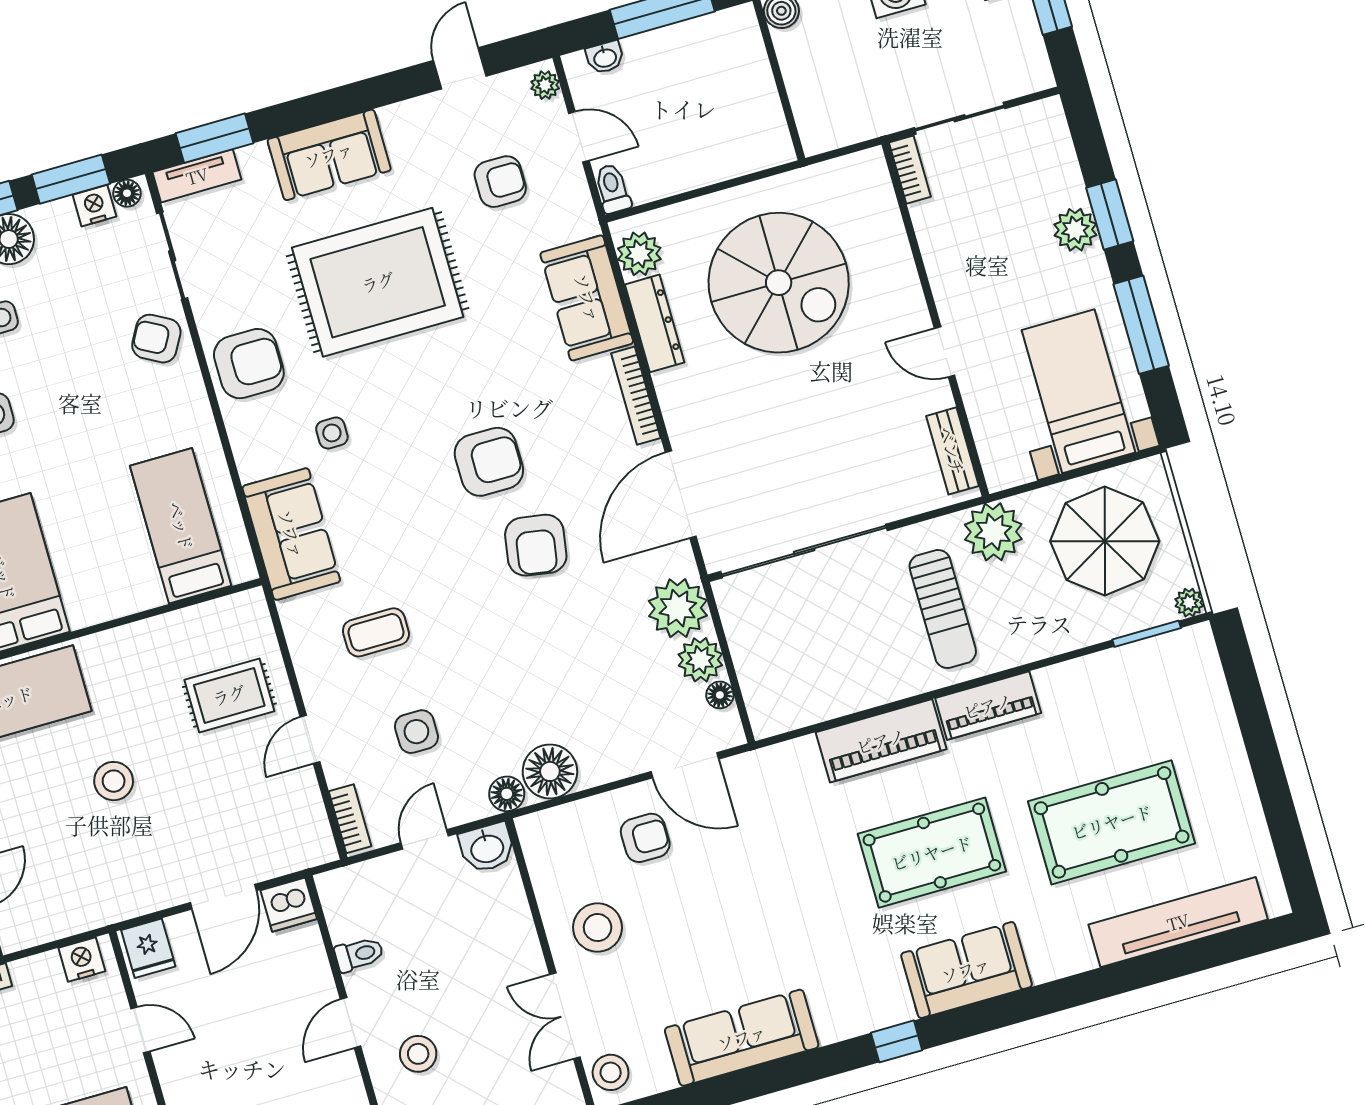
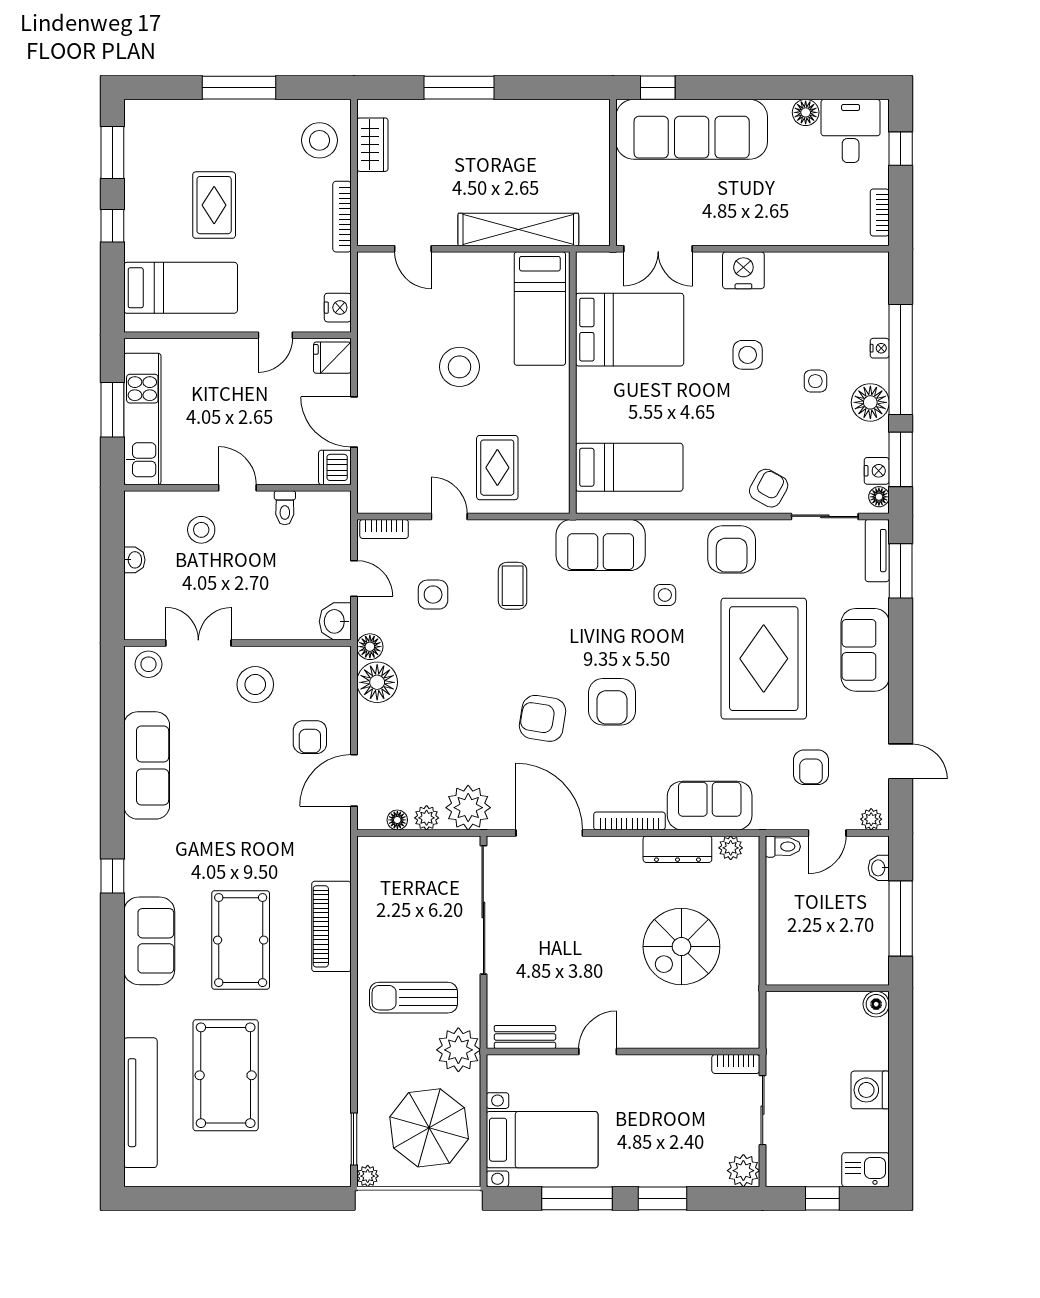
plant: (1075, 230) -> (743, 1171), moved
plant: (639, 254) -> (731, 848), width x0.73, depth x0.73
spiral stairs: (779, 283) -> (681, 947), width x0.73, depth x0.73
plant: (700, 660) -> (427, 818), width x0.73, depth x0.73
piano: (988, 706) -> (335, 1010), removed
stool: (114, 781) -> (459, 367), width x1.38, depth x1.38

